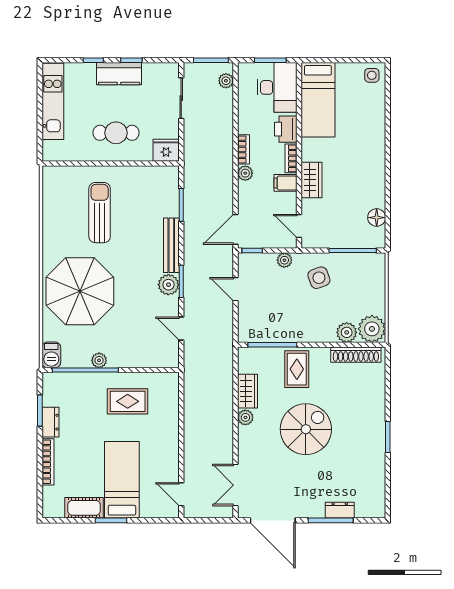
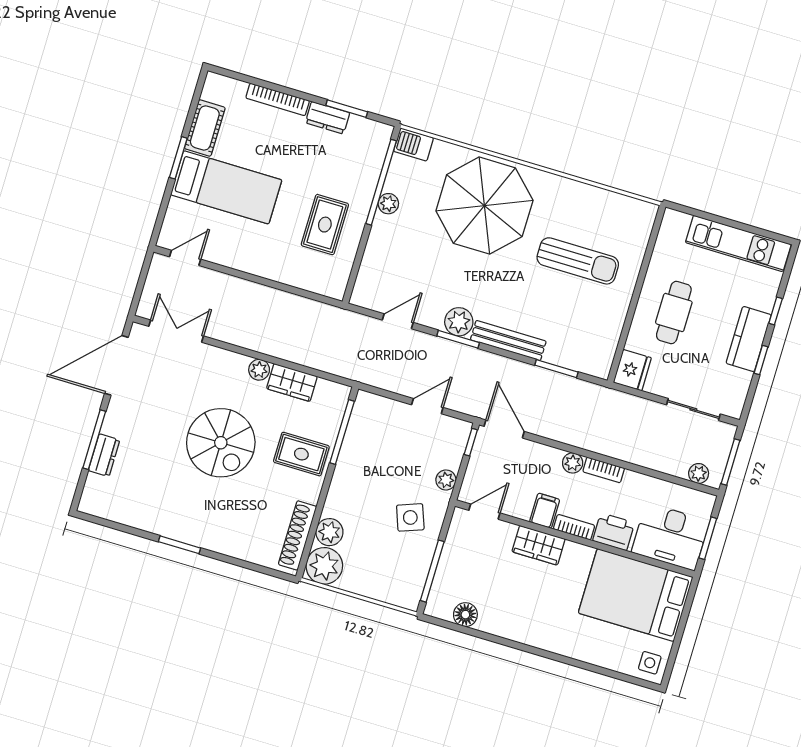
bed: (318, 100) -> (636, 595), width x1.50

